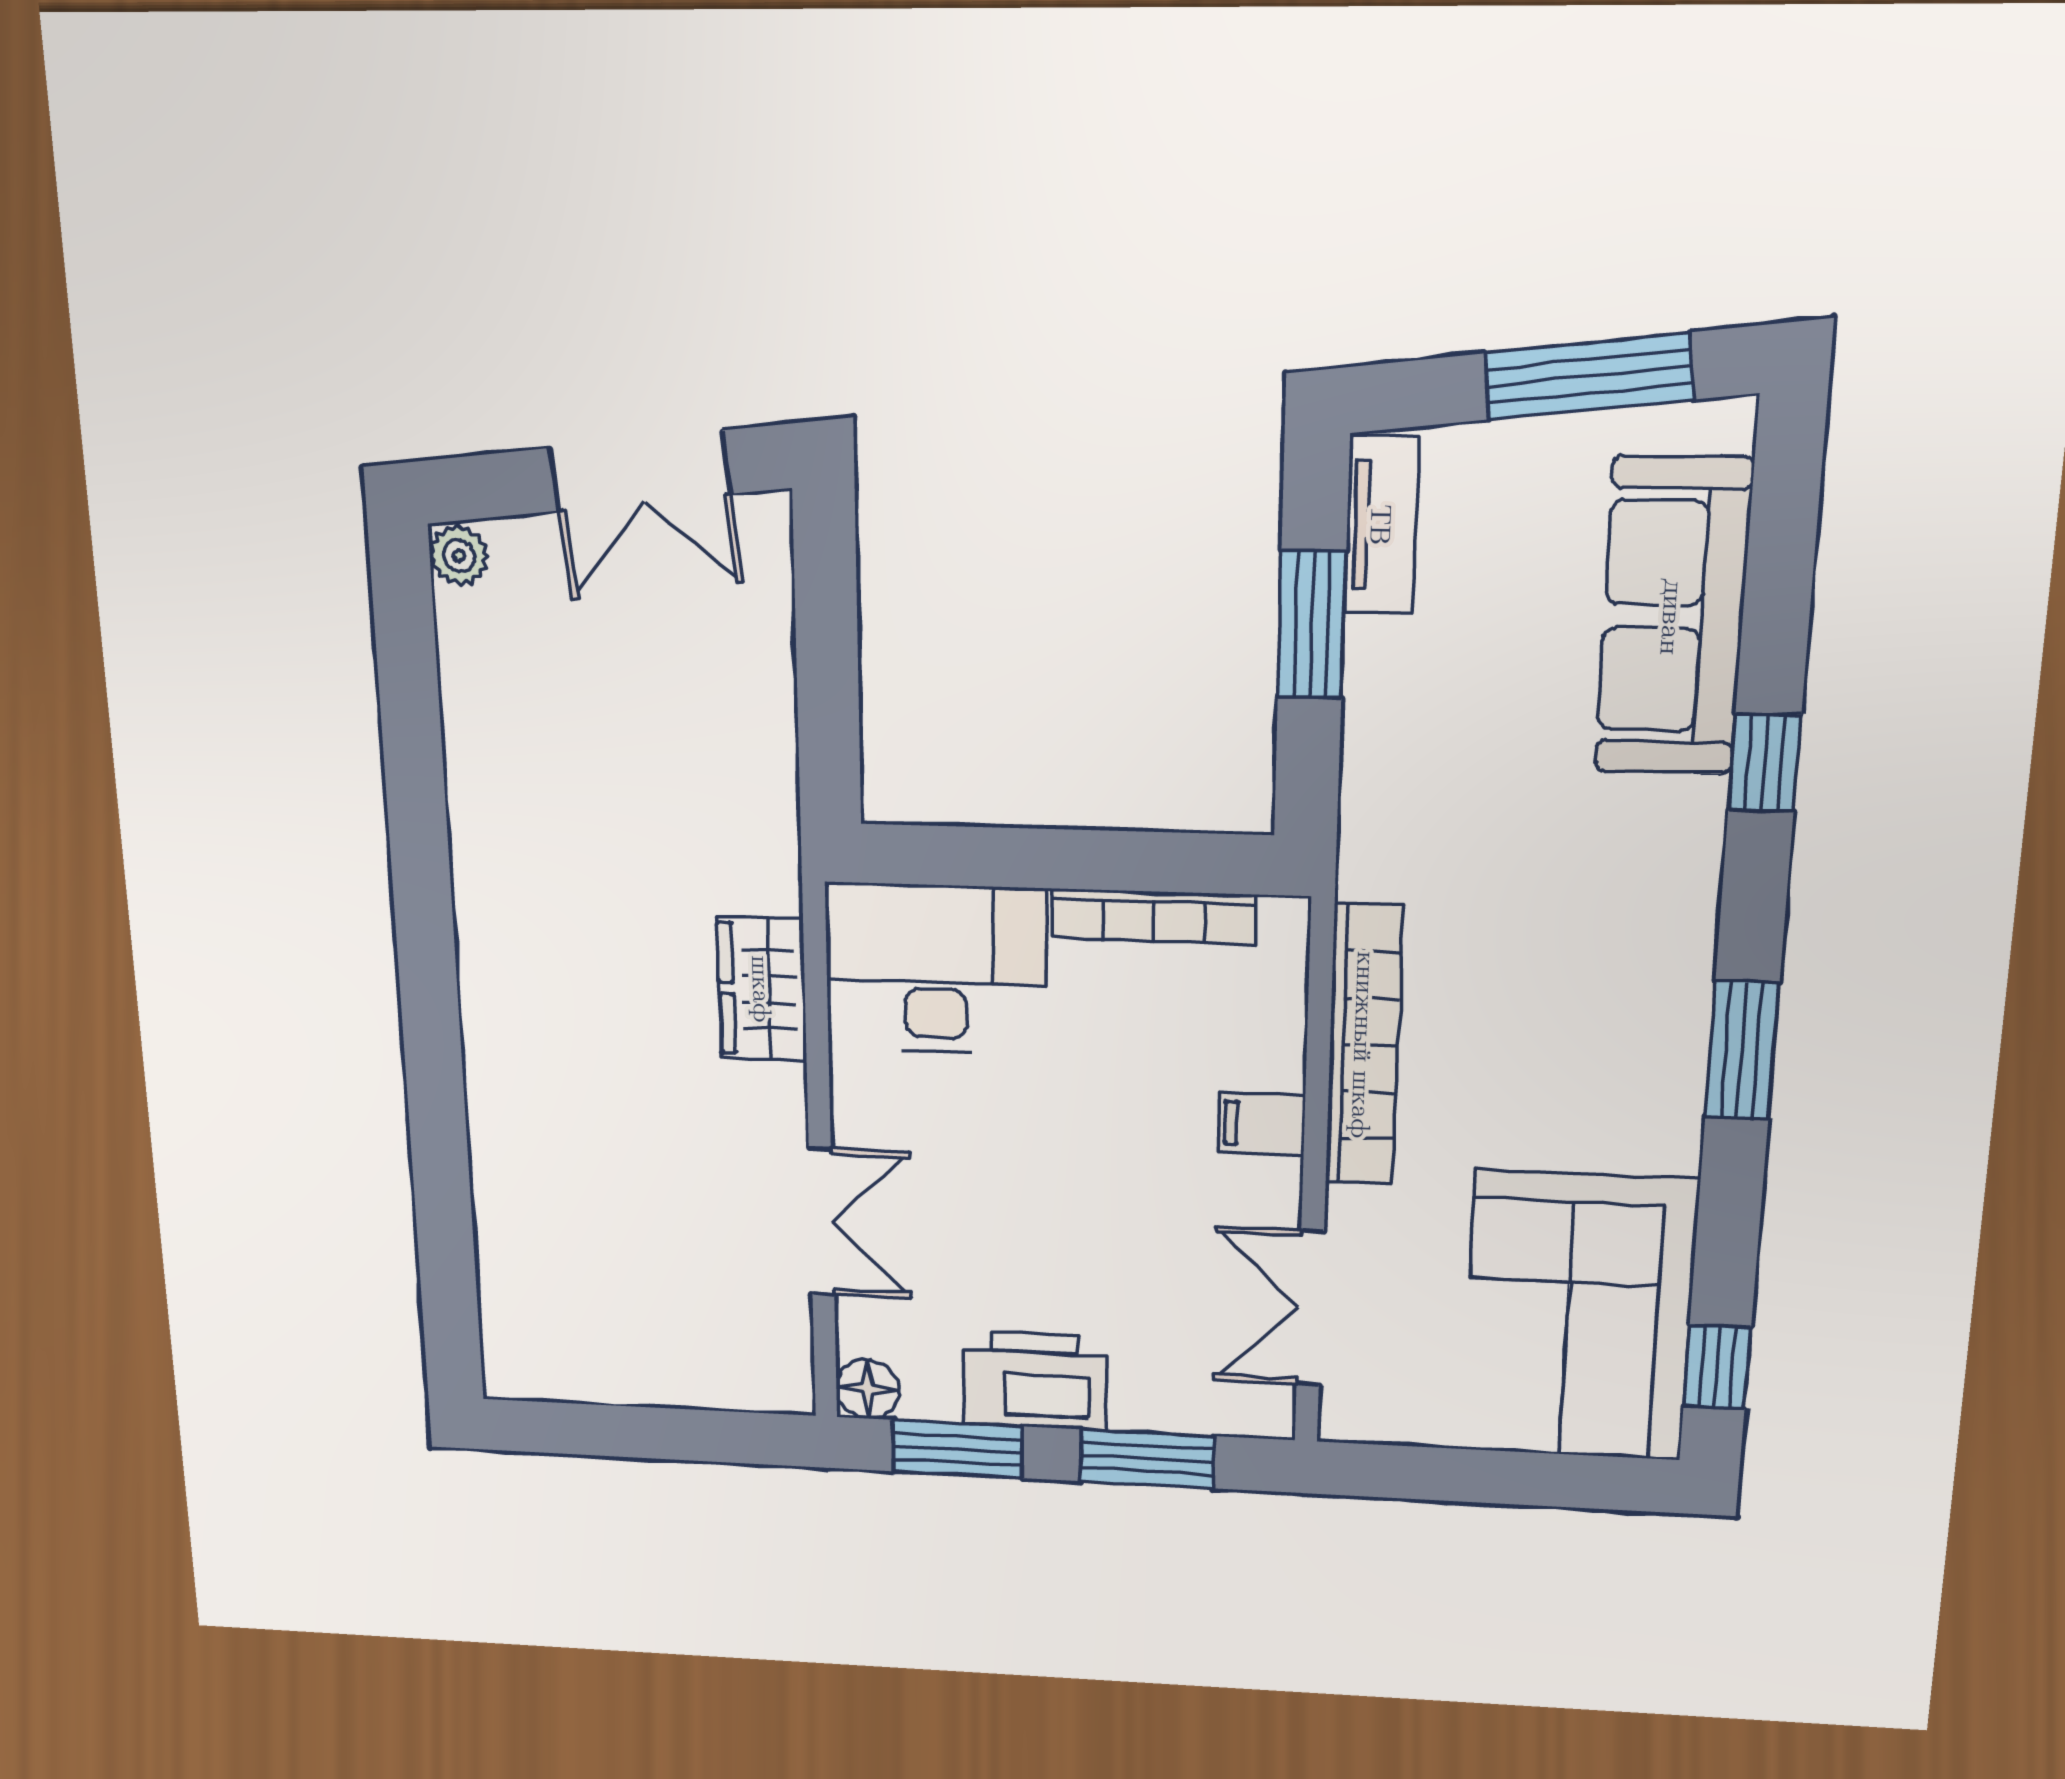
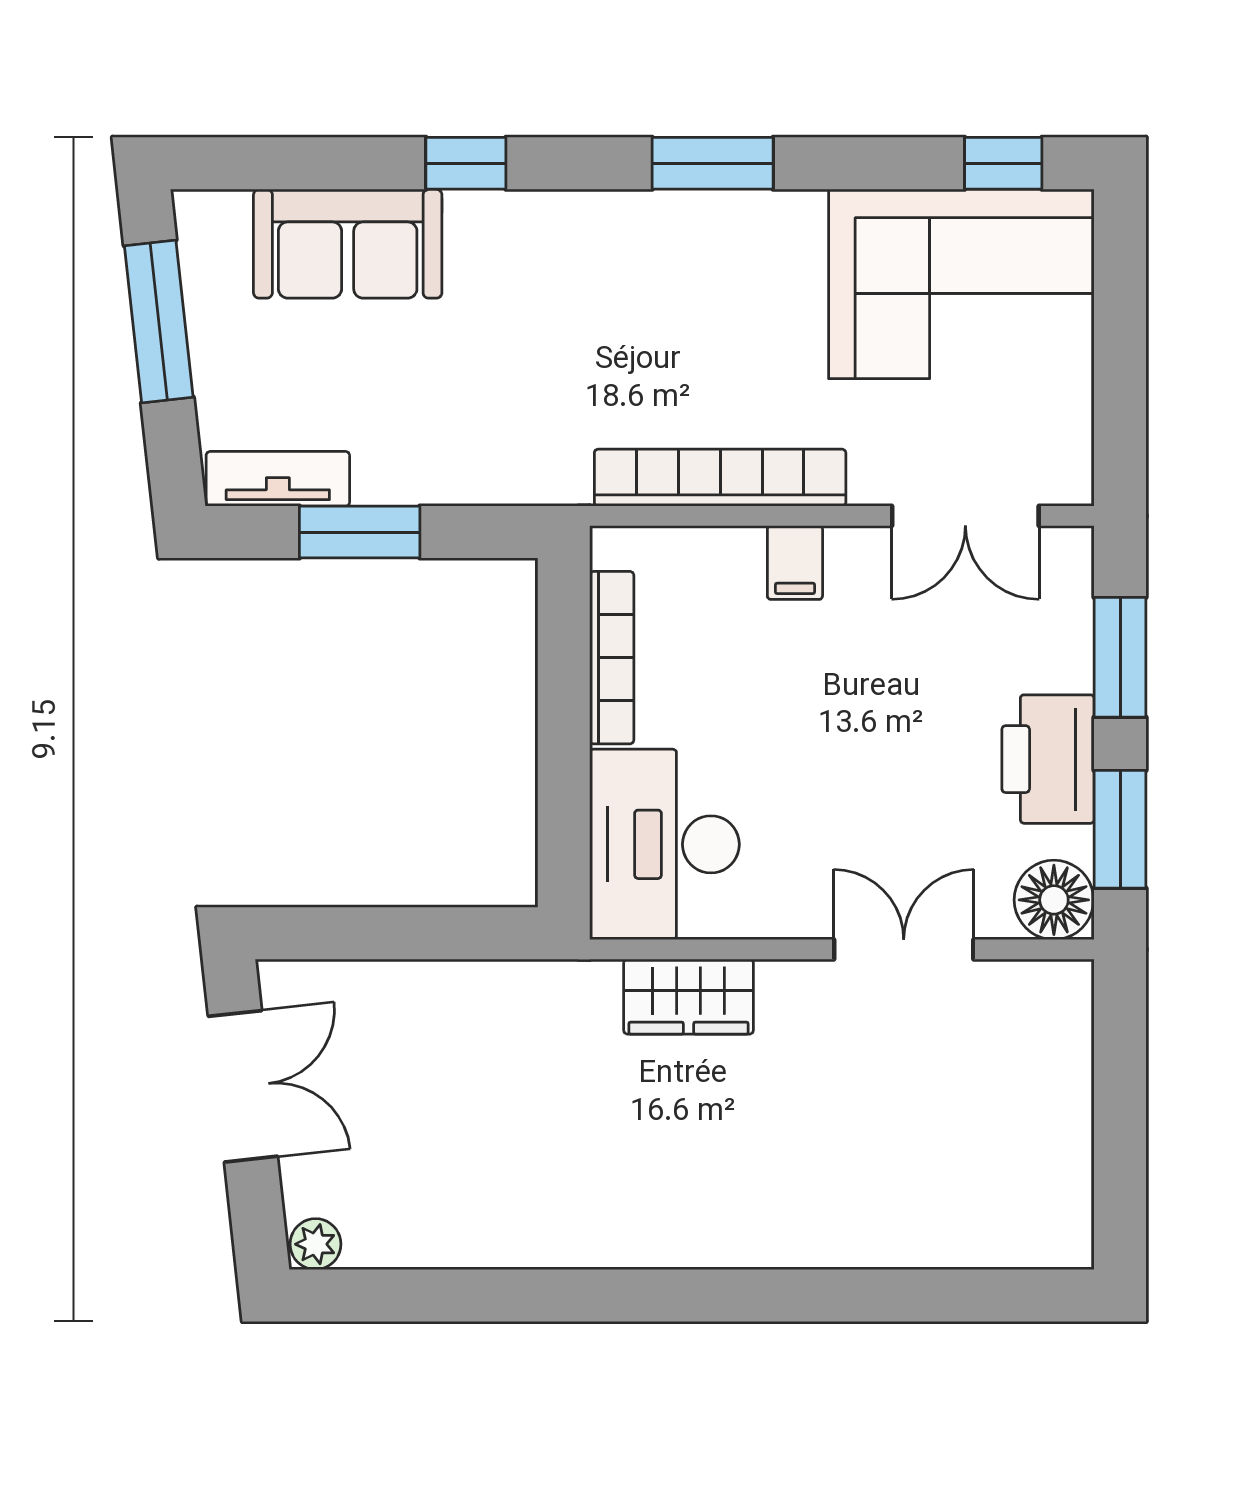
sofa: (1673, 617) -> (348, 244), width x0.73
floor lamp: (868, 1389) -> (1054, 900), width x1.38, depth x1.38

